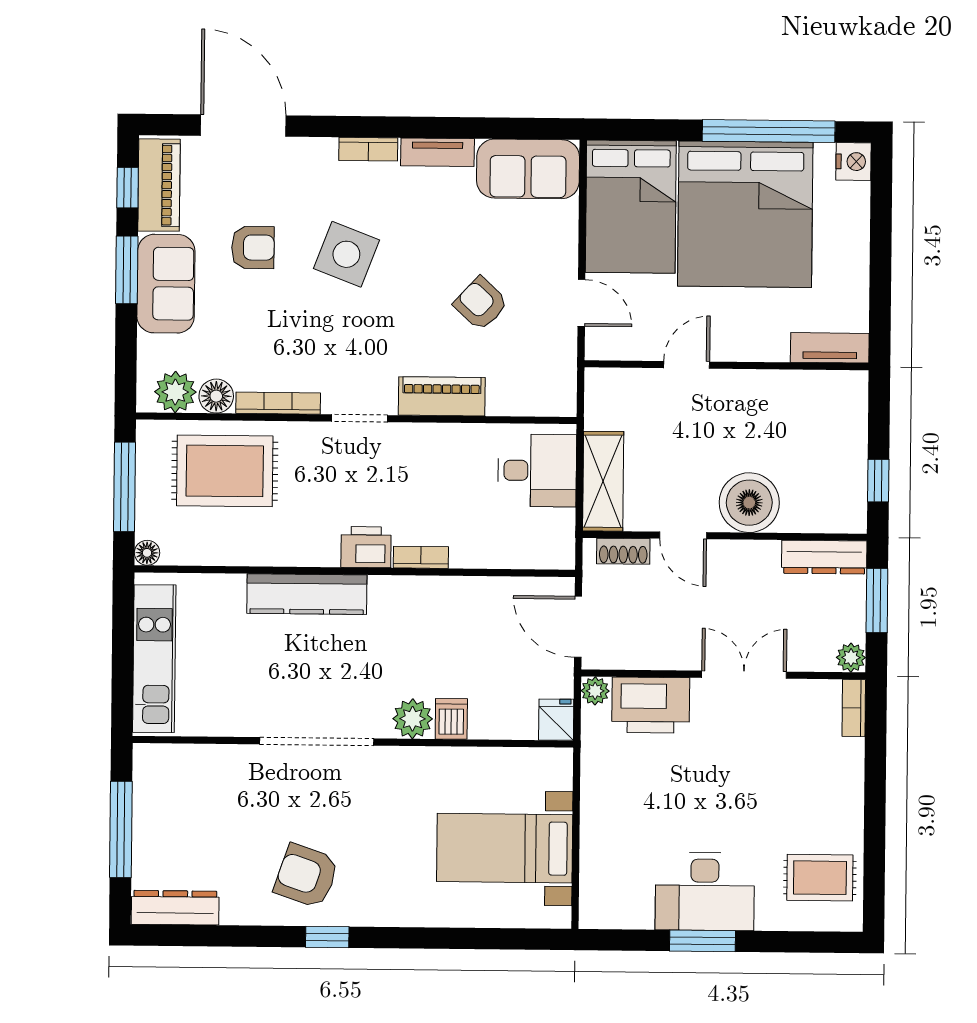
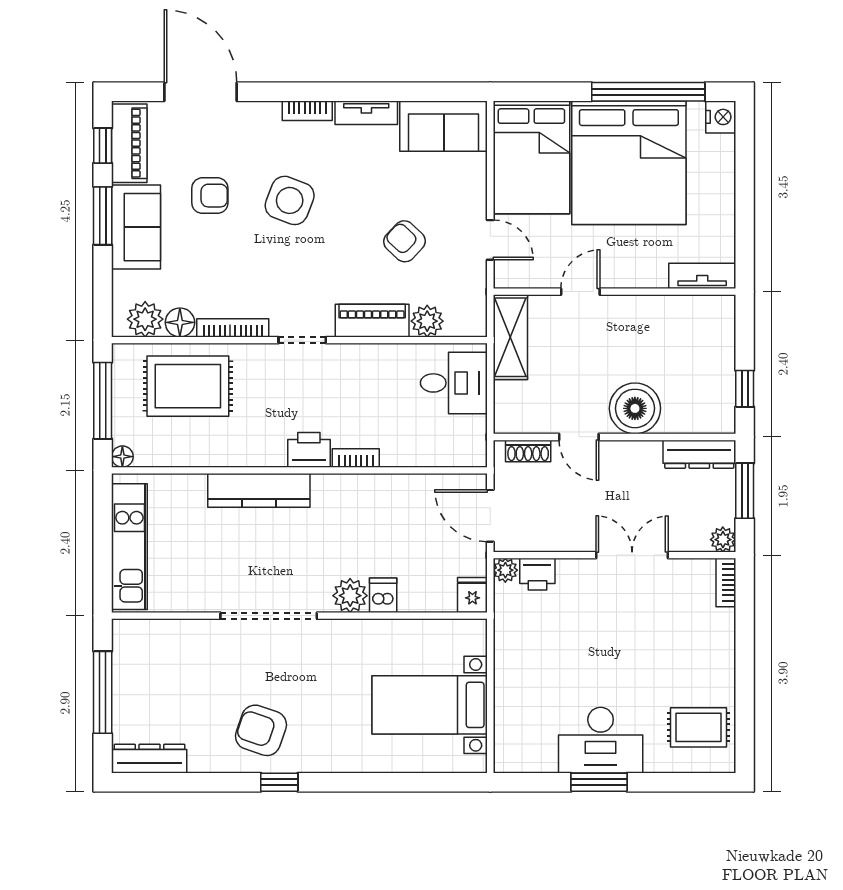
plant: (506, 398) -> (427, 321), added
shelving: (603, 481) -> (510, 337), moved
printer: (651, 705) -> (537, 574), width x0.53, depth x0.68

